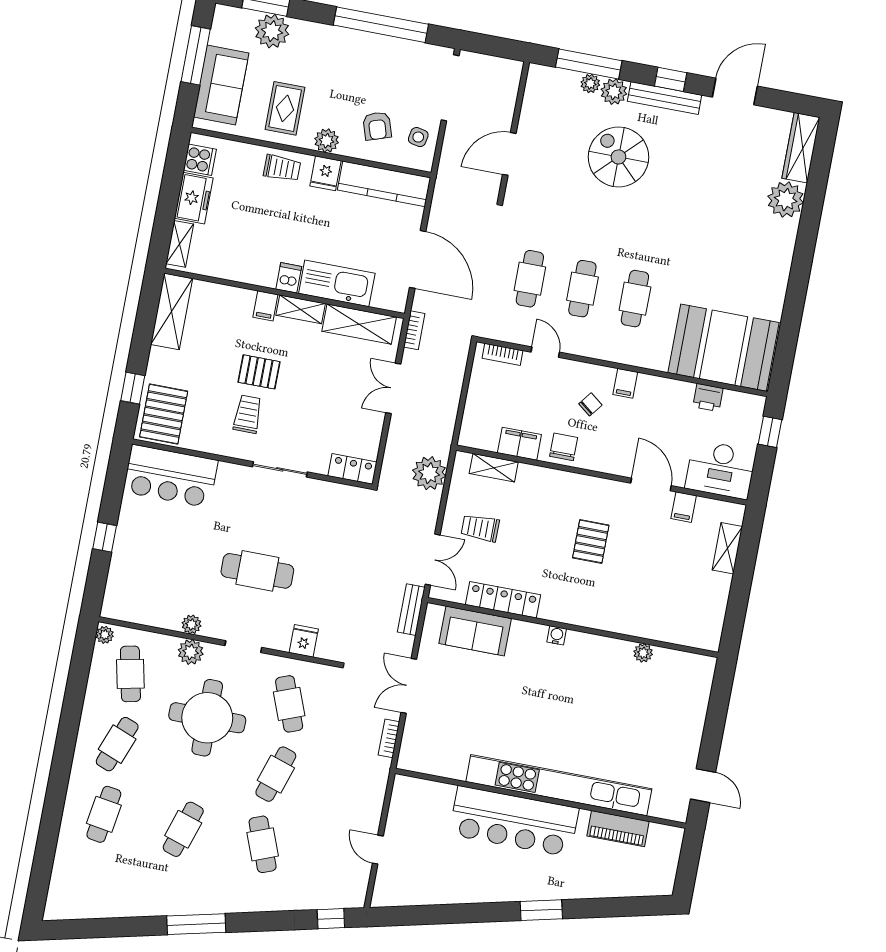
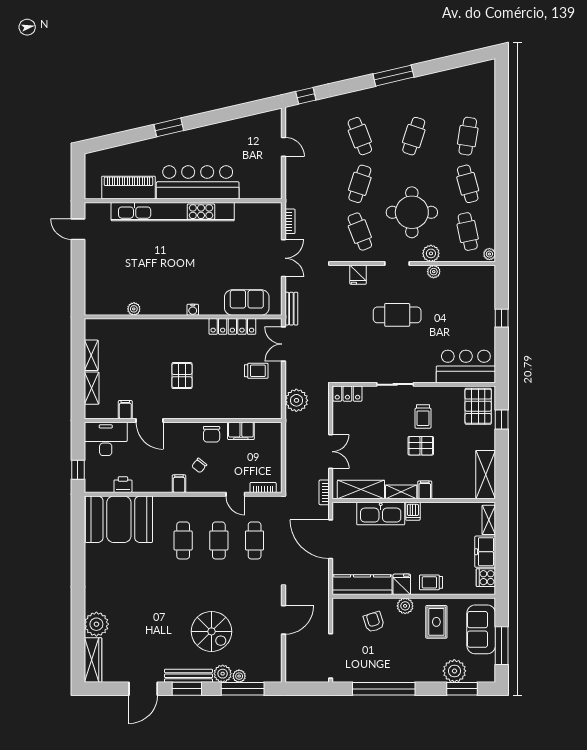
window: (671, 79) -> (187, 689), width x1.50
side table: (418, 137) -> (345, 620), removed
shelving: (494, 468) -> (91, 355), moved, turned 90
cafe table: (117, 744) -> (468, 184), turned -36
piano: (618, 829) -> (128, 188), width x1.37, depth x1.33

